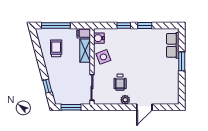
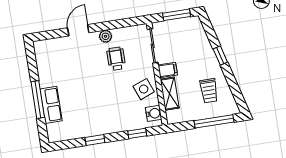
window: (124, 25) -> (137, 133), moved
filing cabinet: (84, 33) -> (168, 70), moved
row of seats: (173, 45) -> (51, 105), moved
window: (182, 61) -> (38, 100), width x1.44
window: (47, 86) -> (220, 56), moved

